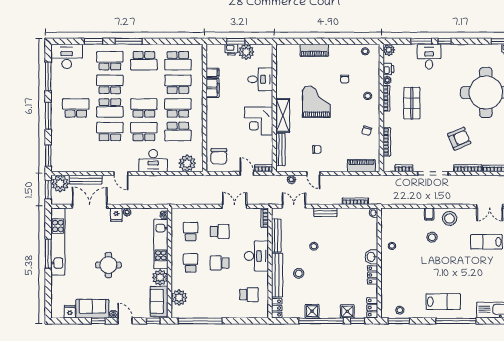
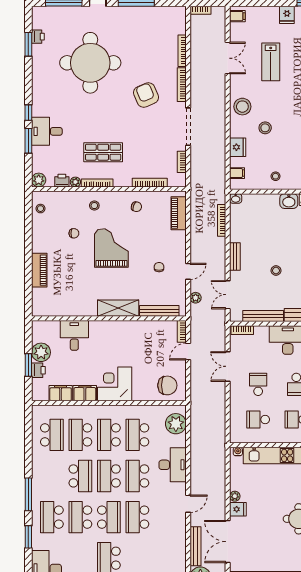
school desk: (144, 61) -> (80, 476), moved
filing cabinet: (212, 73) -> (61, 393), width x2.00
grand piano: (316, 102) -> (111, 248), moved, turned 90
corner desk: (259, 121) -> (115, 384), moved, turned 180
school desk: (178, 132) -> (137, 435), turned 180
filing cabinet: (429, 214) -> (237, 173), moved
fridge: (416, 215) -> (238, 147), added

